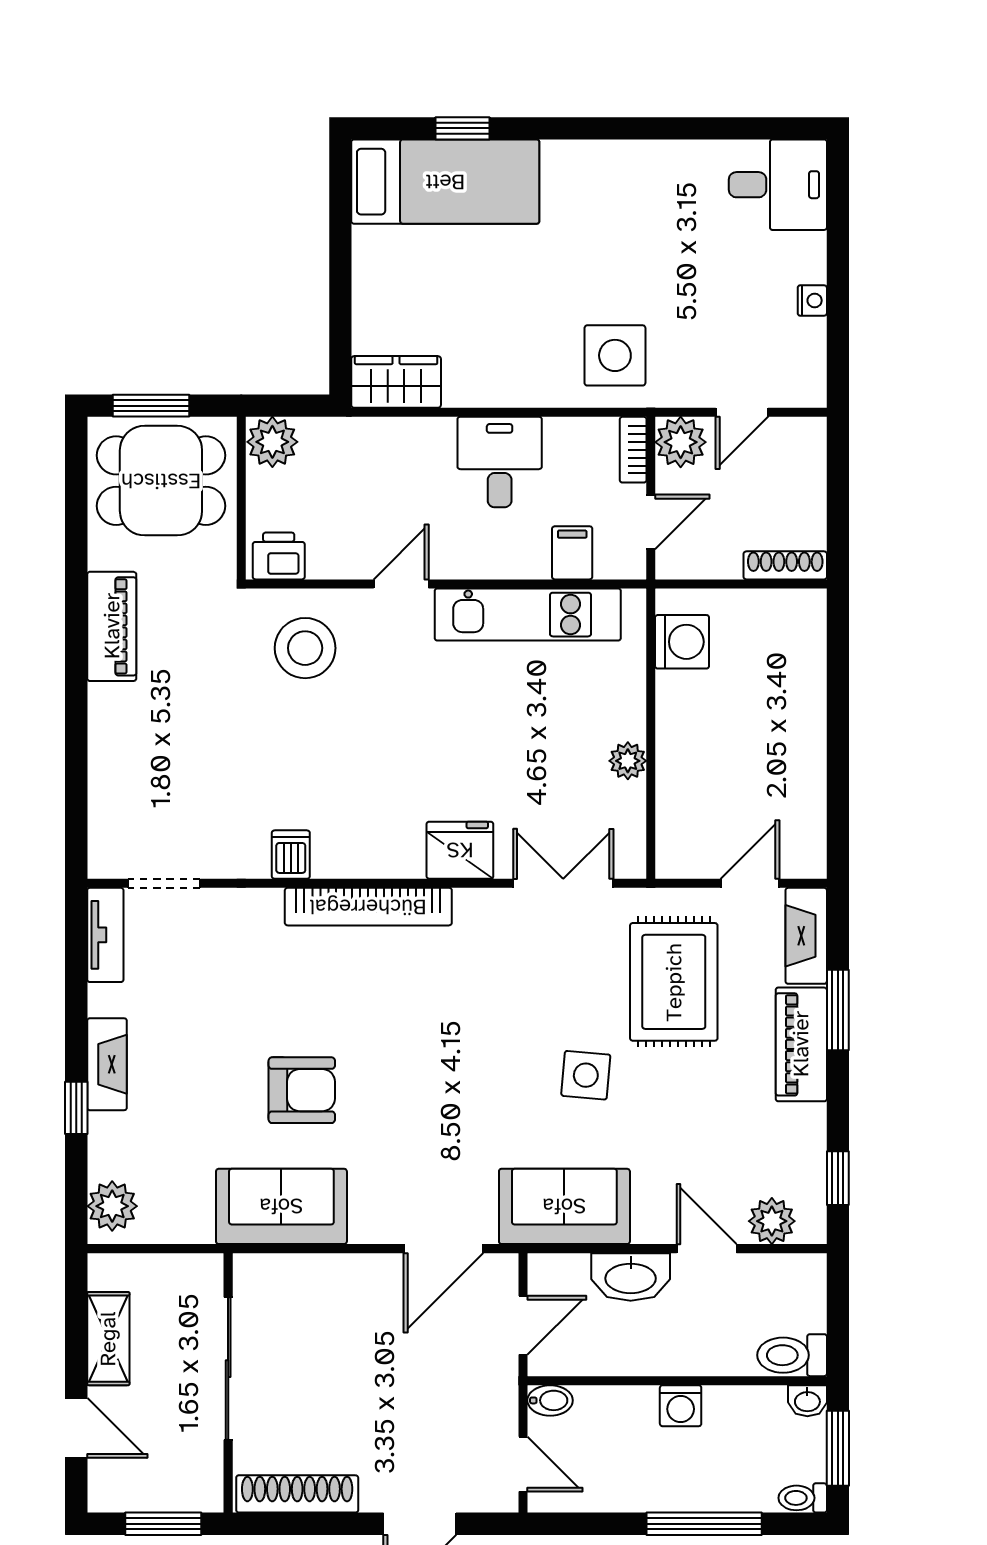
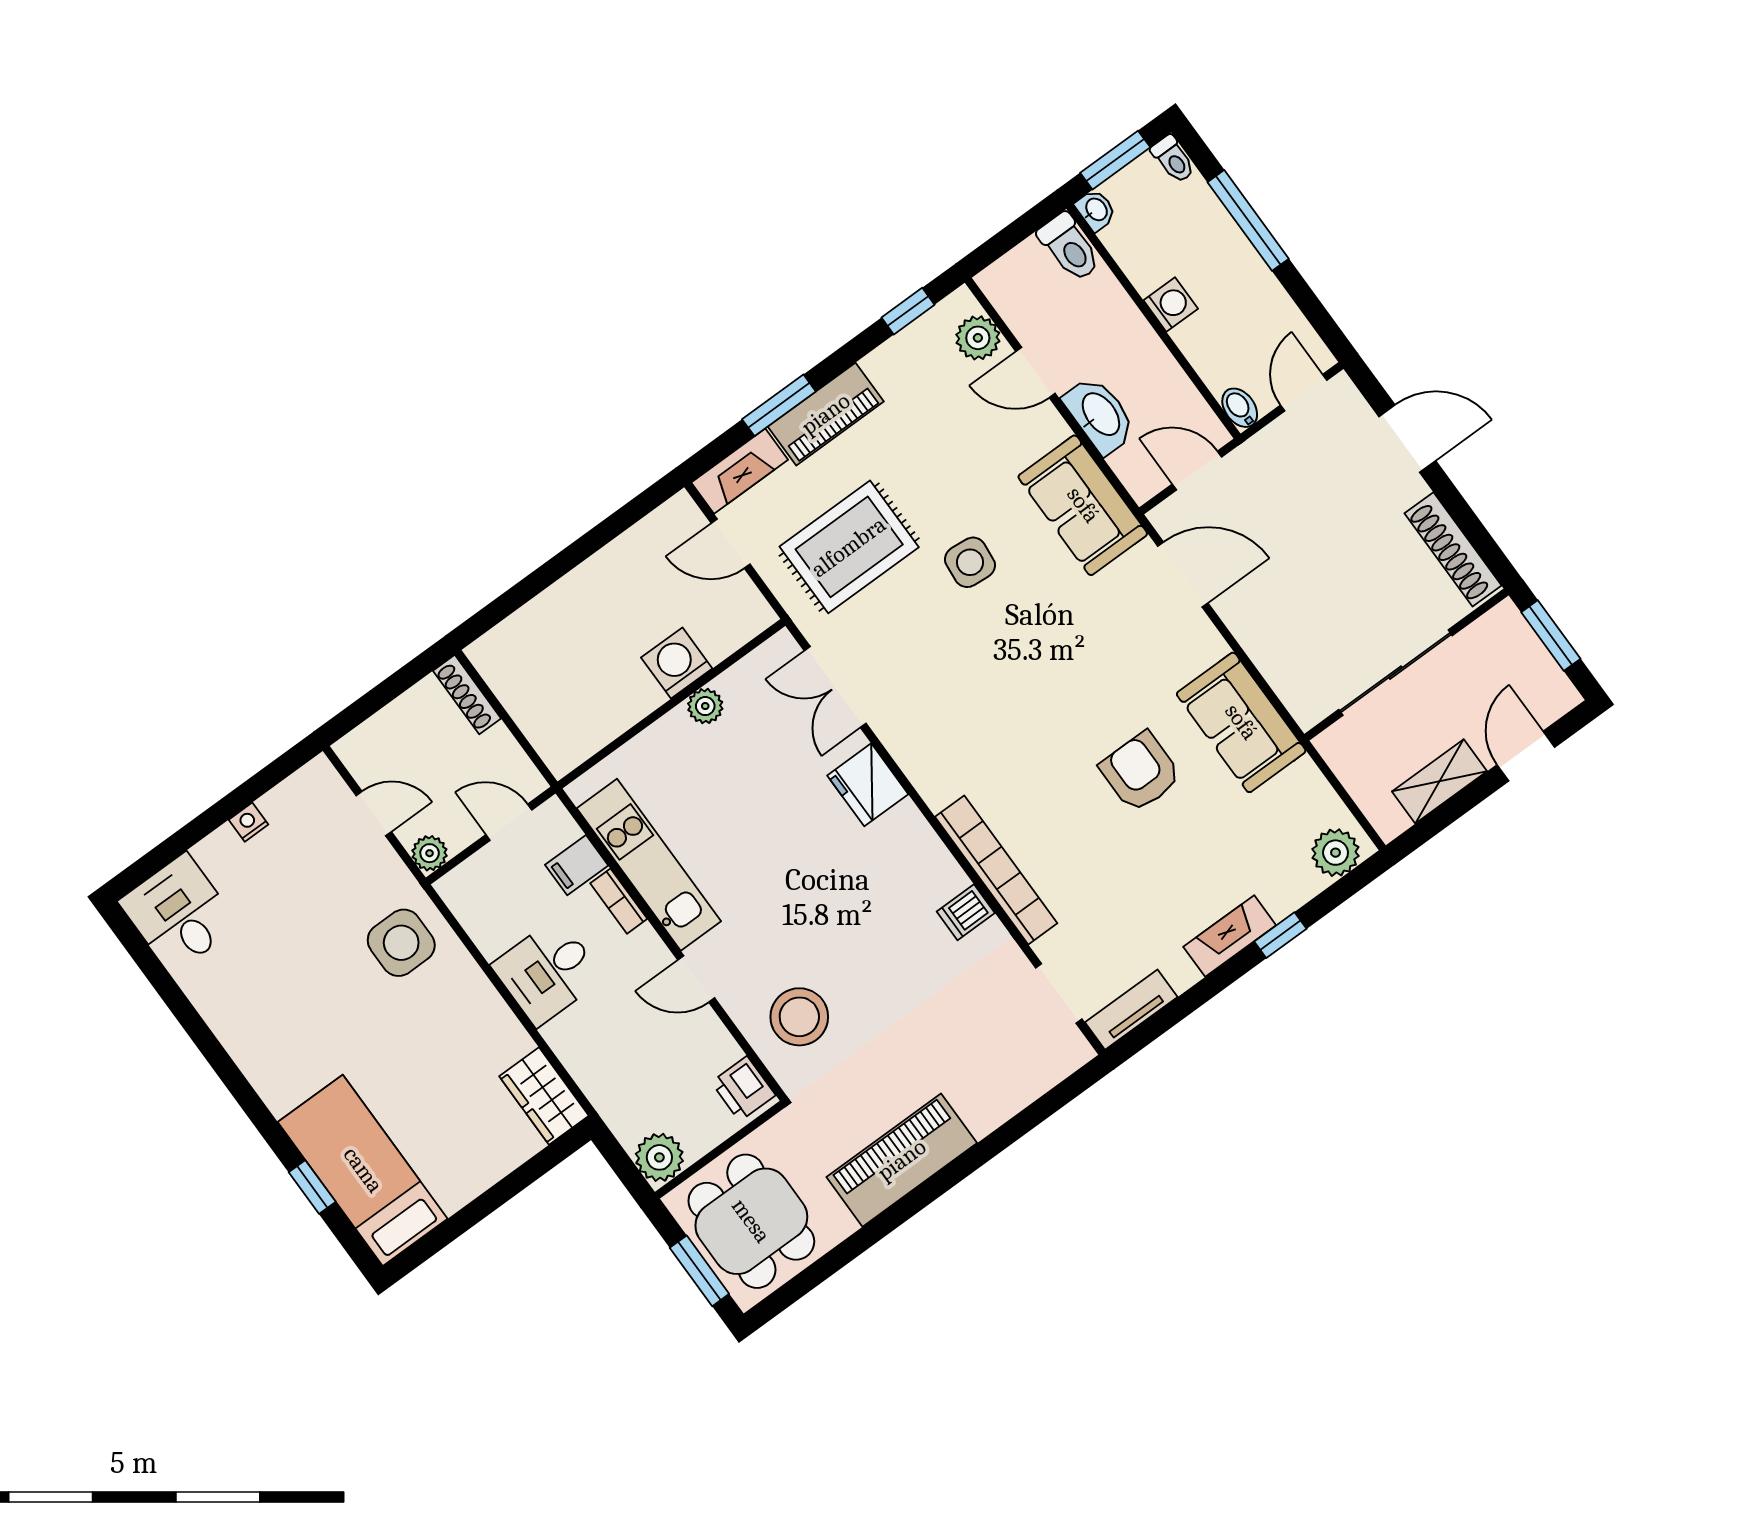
plant: (681, 442) -> (430, 853), width x0.73, depth x0.73
bookcase: (633, 450) -> (619, 901), moved, turned 90
piano: (112, 626) -> (902, 1160), width x1.37, depth x1.33
washing machine: (682, 642) -> (677, 663), moved
bookcase: (368, 907) -> (996, 870), moved
door: (707, 1249) -> (1036, 372), hinge flipped

